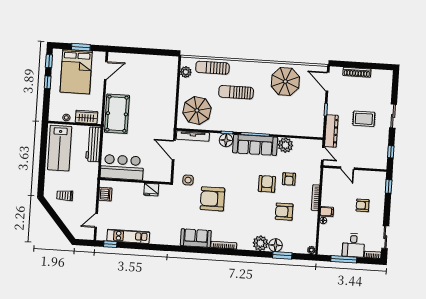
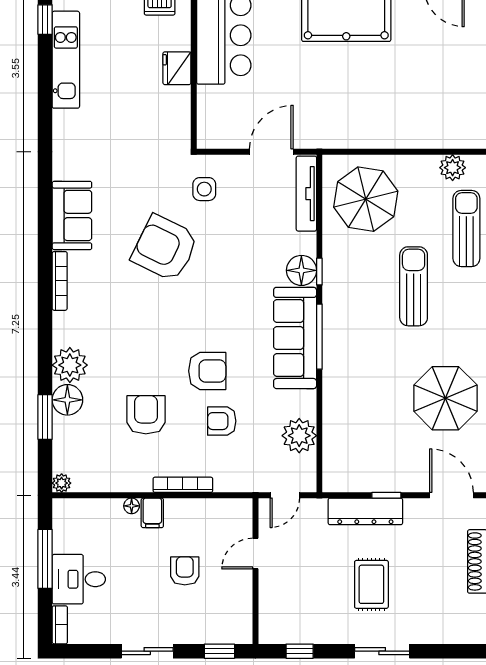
door: (328, 82) -> (451, 495), hinge flipped
dresser: (331, 131) -> (365, 511), moved
plant: (285, 145) -> (299, 436), moved
fridge: (151, 190) -> (177, 68), moved
armchair: (212, 199) -> (165, 248), turned -64
armchair: (363, 205) -> (185, 571), moved
sliding door: (385, 237) -> (147, 651), moved

